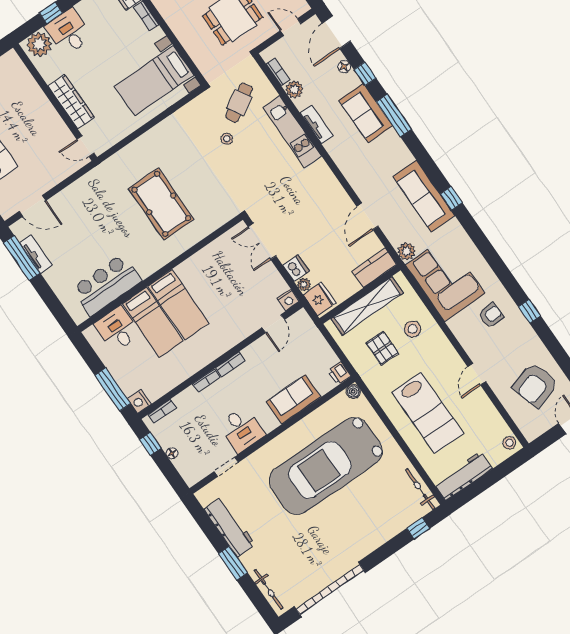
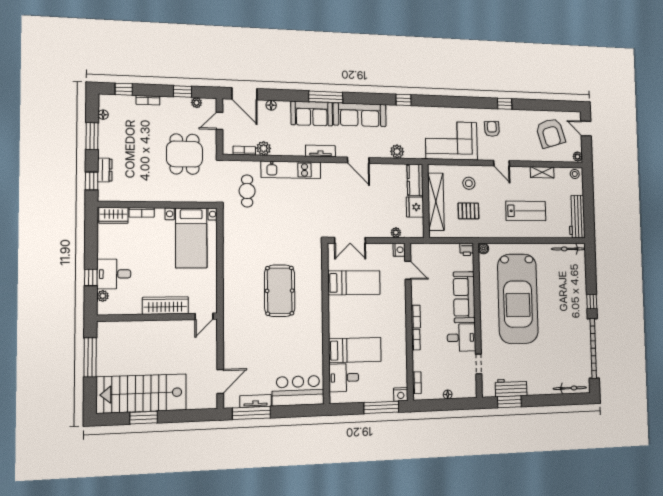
plant: (39, 44) -> (103, 296), width x0.53, depth x0.53
window: (365, 74) -> (285, 95), removed
cafe table: (239, 103) -> (247, 191), turned 30
tv unit: (317, 125) -> (320, 151), moved
stool: (227, 139) -> (266, 216), removed
sofa: (424, 196) -> (360, 115), moved
pool table: (161, 204) -> (280, 291), turned 90
door: (368, 216) -> (358, 160), moved
plant: (407, 251) -> (397, 152), moved
dishwasher: (296, 268) -> (382, 230), removed
bar counter: (107, 285) -> (298, 391), moved, turned 90
fridge: (320, 299) -> (415, 207), moved, turned -90
bed: (178, 305) -> (354, 283), moved
door: (477, 374) -> (502, 163), moved
sofa: (294, 399) -> (464, 297), width x1.36
shelving: (484, 404) -> (542, 172), added
lab bench: (428, 413) -> (526, 211), width x0.73, depth x0.72
plant: (532, 433) -> (578, 157), added
window: (150, 444) -> (433, 405), removed
workbench: (229, 527) -> (511, 388), width x0.73
window: (418, 528) -> (592, 302), moved
window: (233, 563) -> (509, 402), moved

